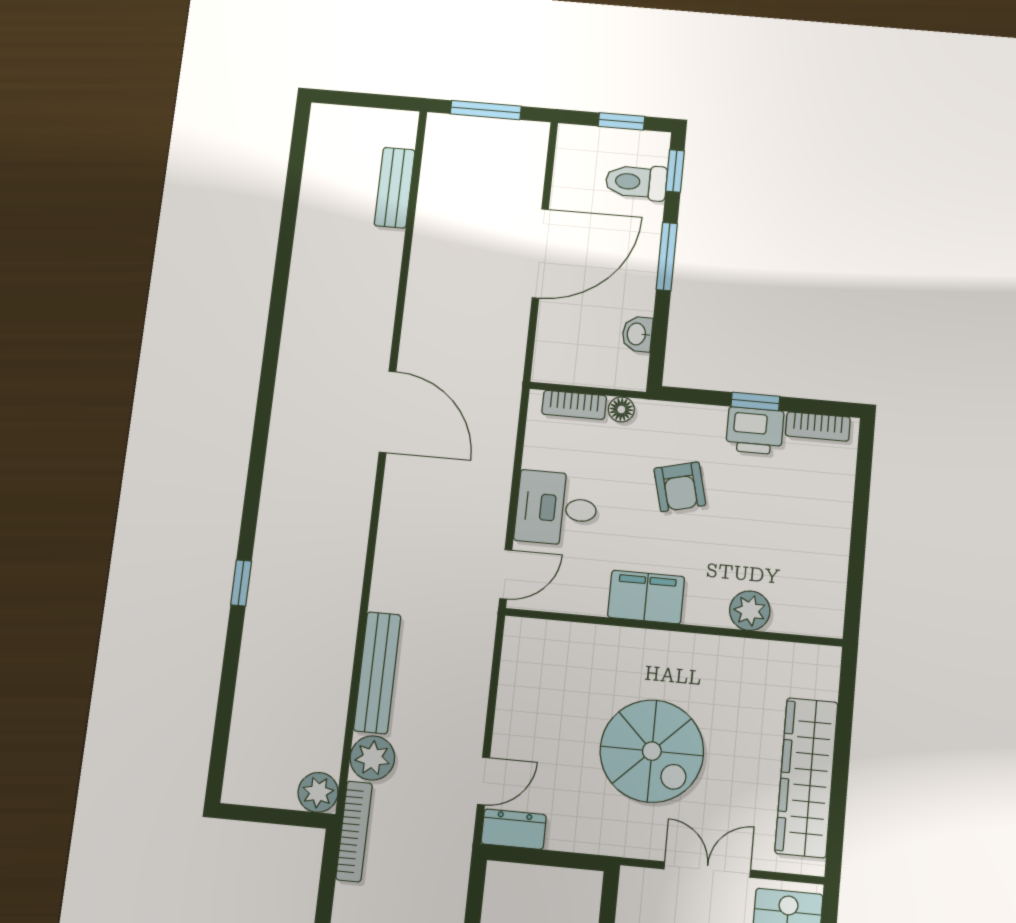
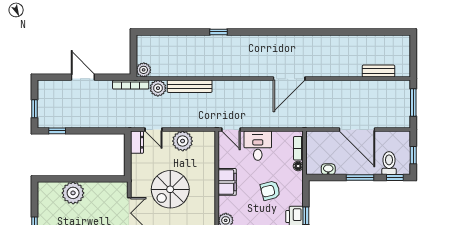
plant: (523, 705) -> (183, 141), added

